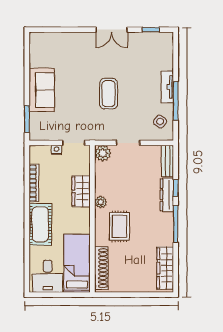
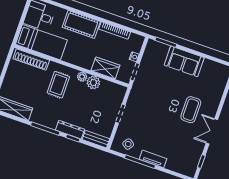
coffee table: (108, 94) -> (191, 110), moved, turned 90
plant: (103, 153) -> (93, 83), moved
wardrobe: (81, 191) -> (105, 68), moved
rug: (119, 226) -> (58, 85), turned 90

